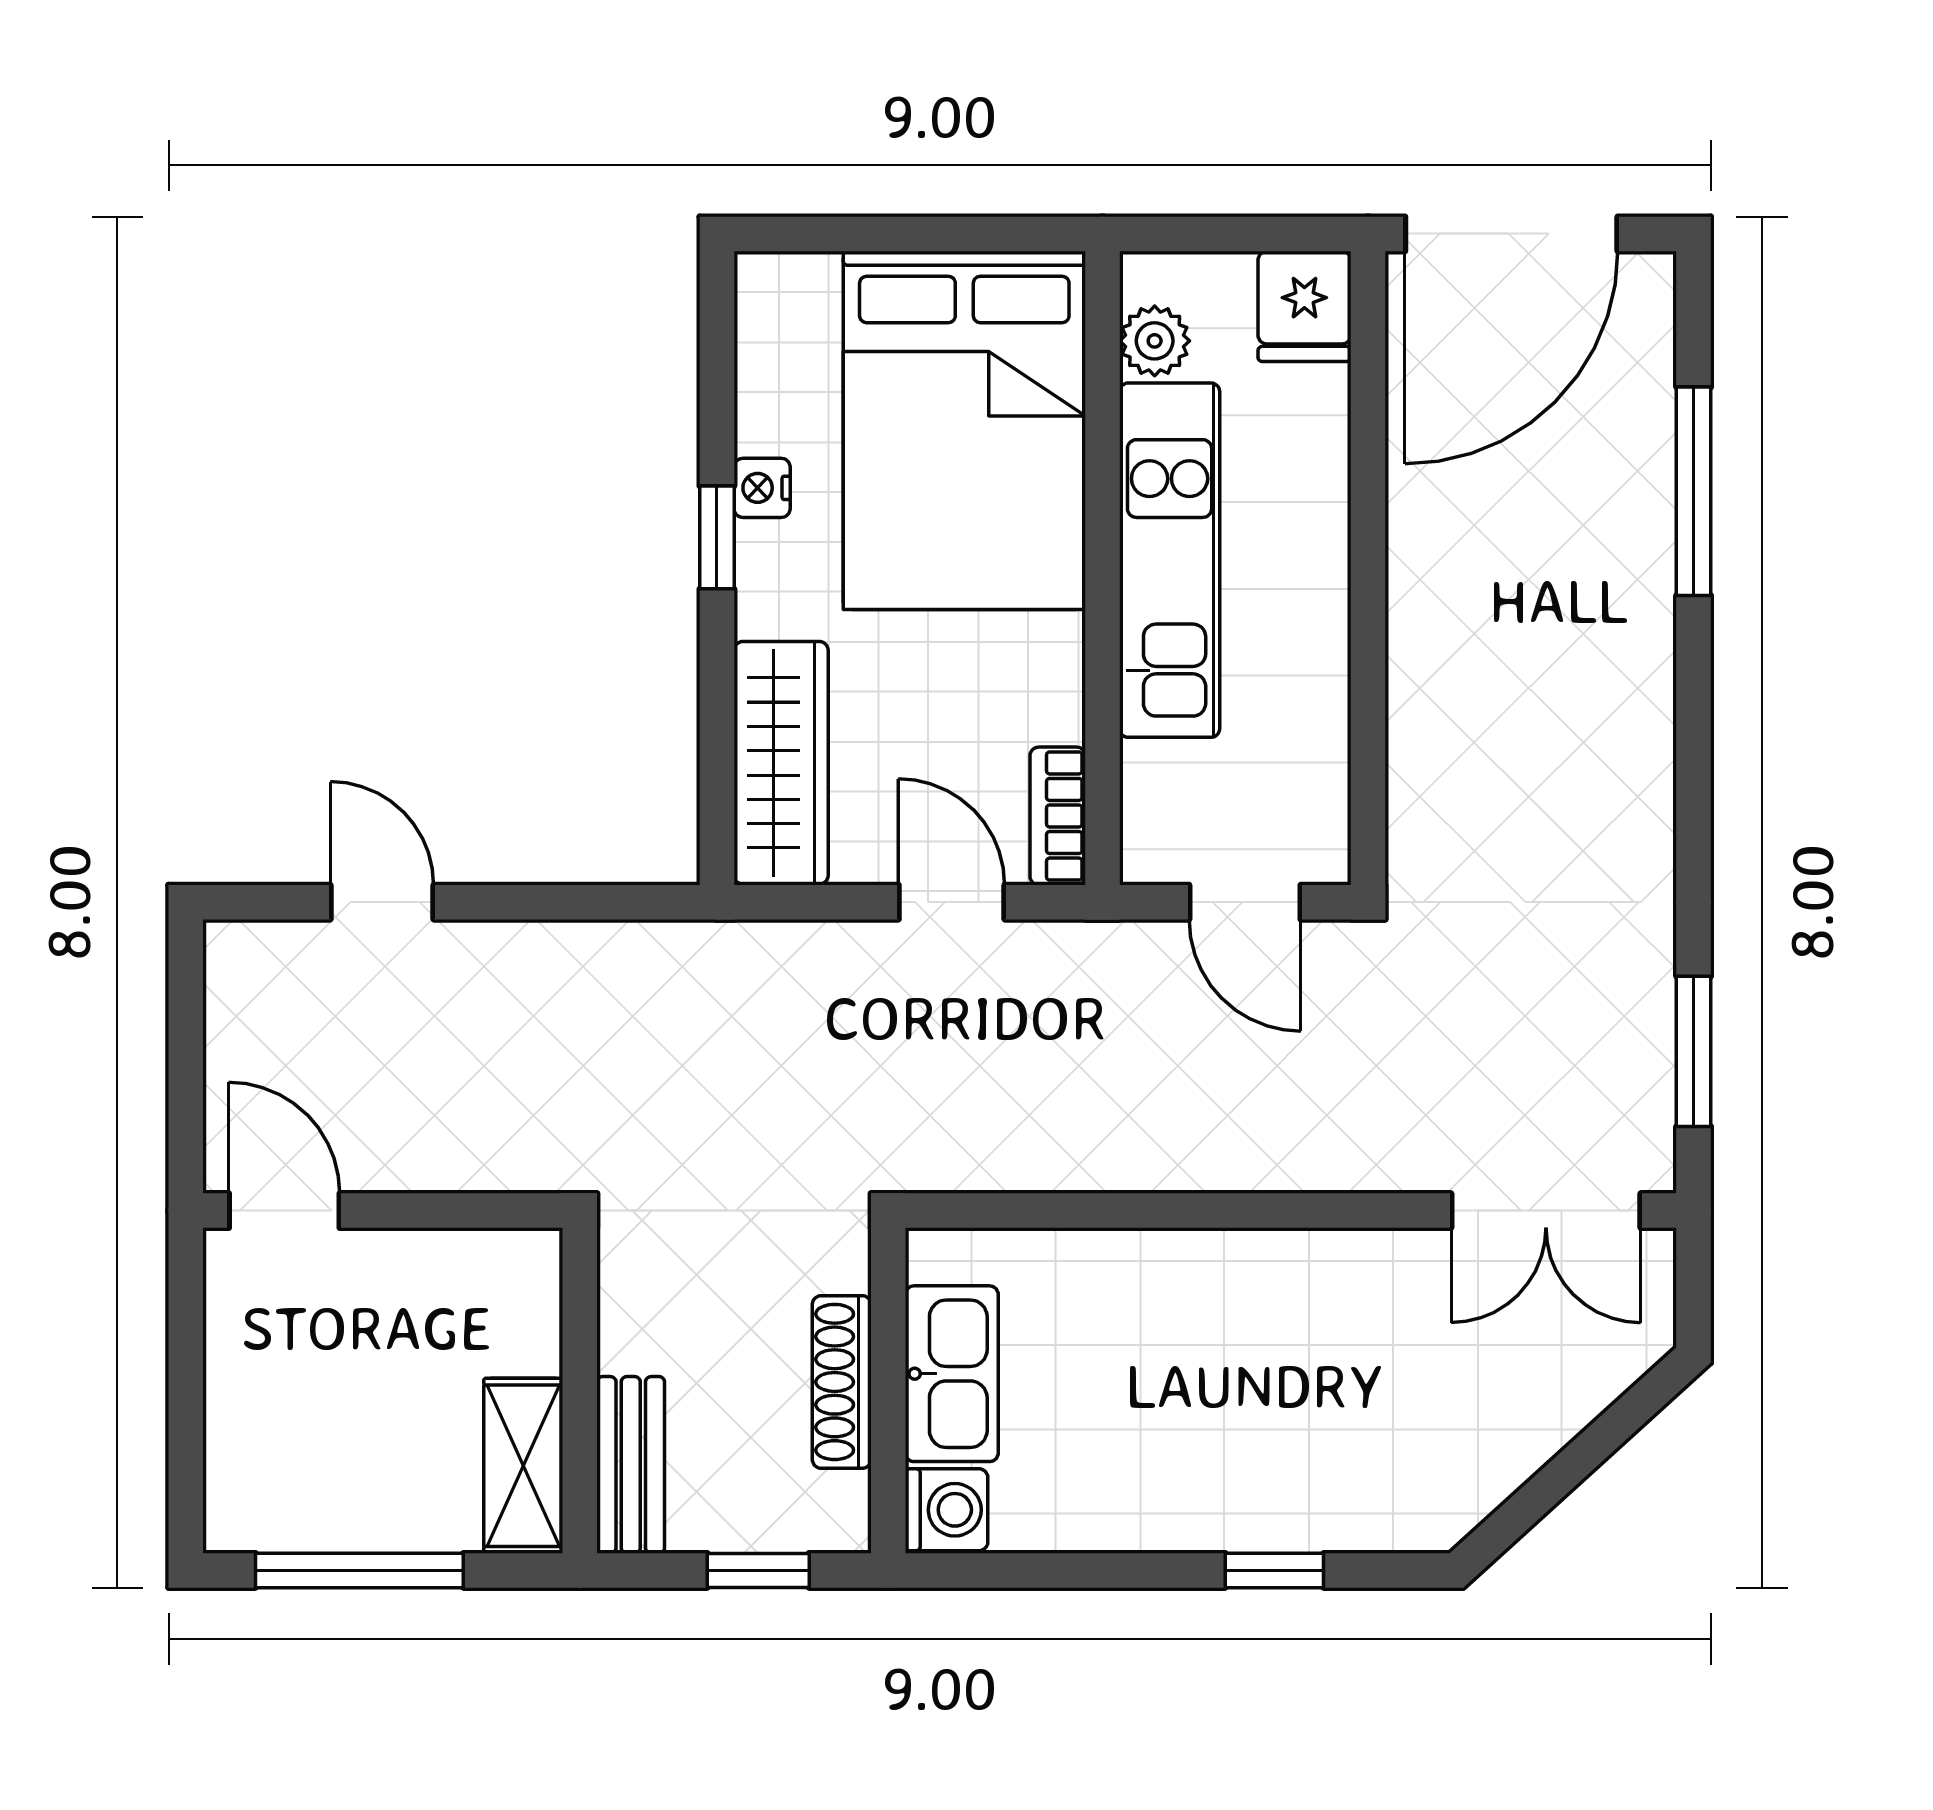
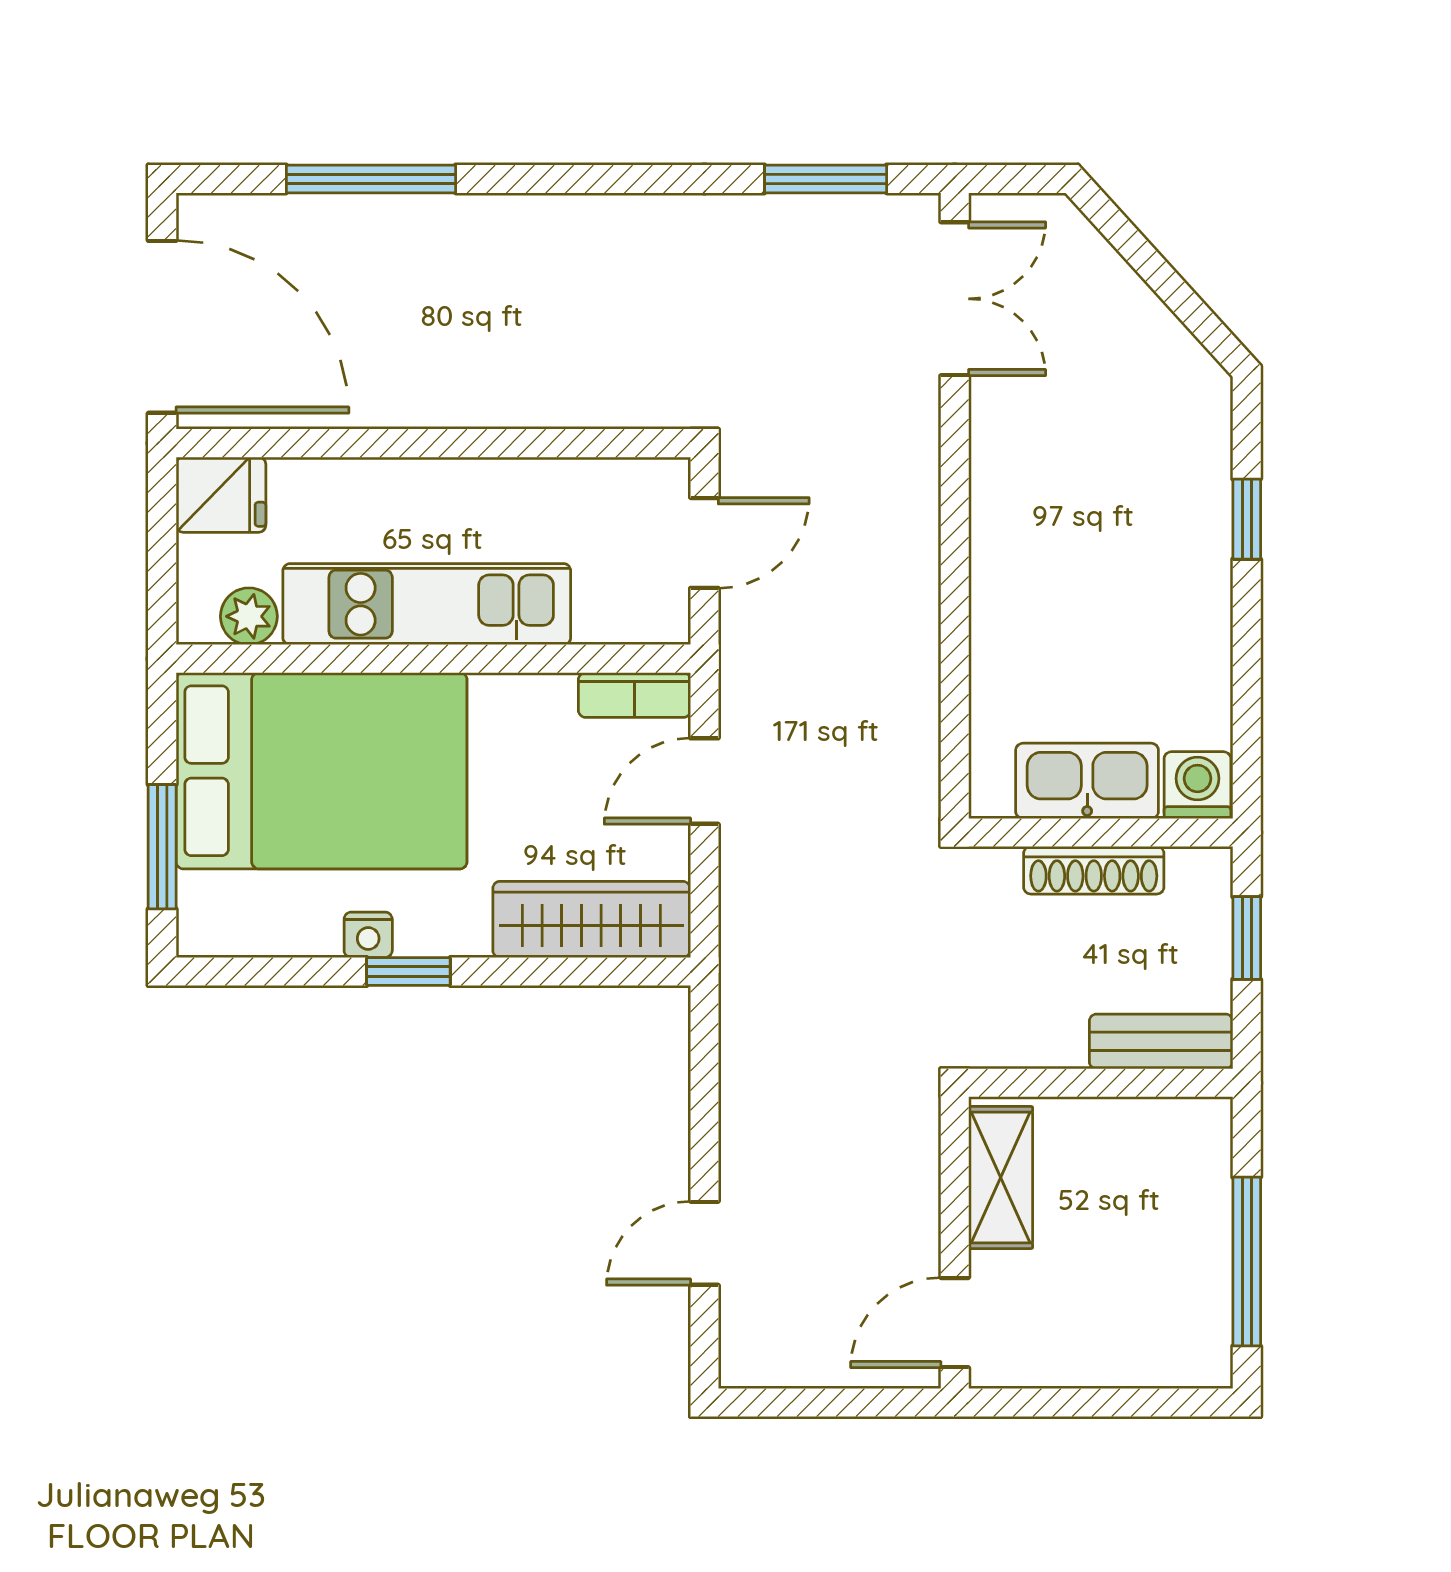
window: (871, 234) -> (162, 847), added
shelving: (523, 1466) -> (1001, 1177), moved, turned 90

